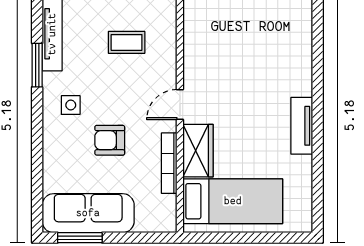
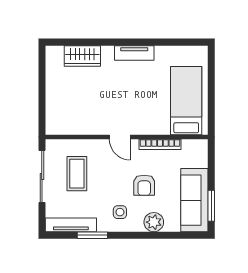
coffee table: (127, 42) -> (77, 174), width x1.36, depth x1.30
wardrobe: (198, 151) -> (82, 56), moved, turned 180
plant: (56, 154) -> (154, 222), added

